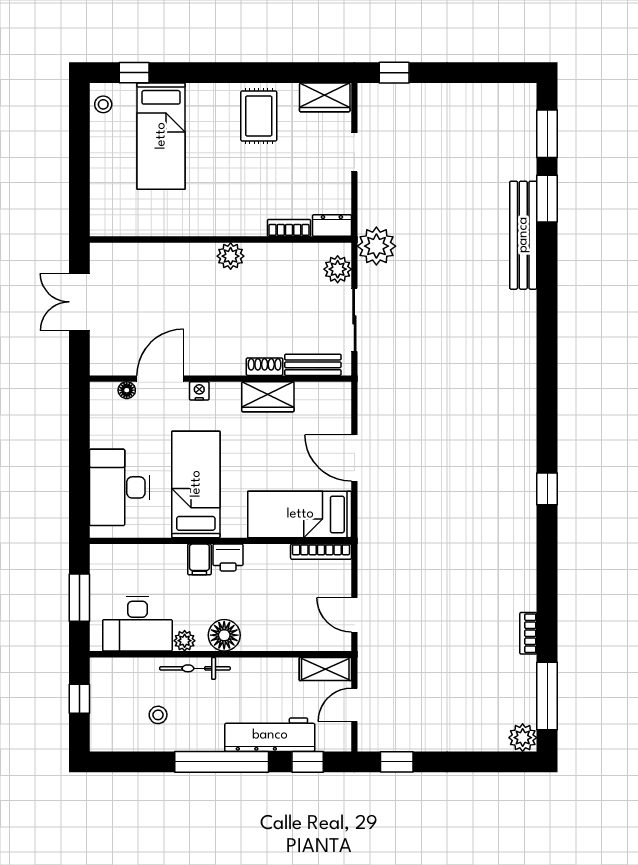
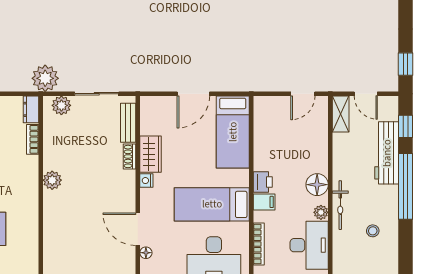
nightstand: (199, 391) -> (146, 181), moved
bookcase: (321, 552) -> (259, 244), moved

